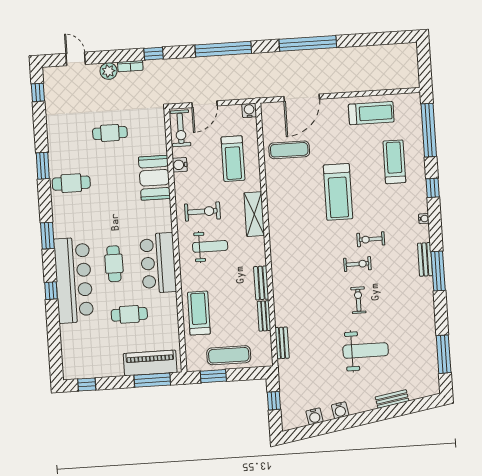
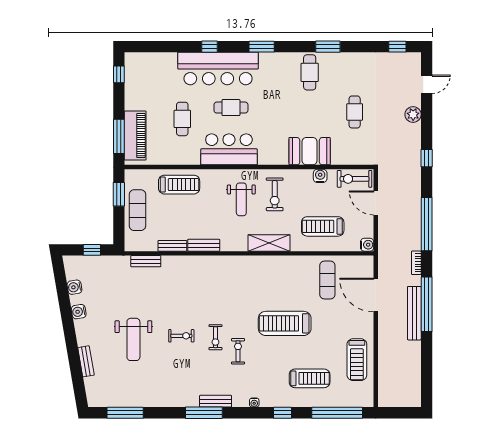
bench: (318, 56) -> (414, 313), added
bookcase: (130, 66) -> (416, 263), moved

